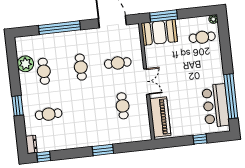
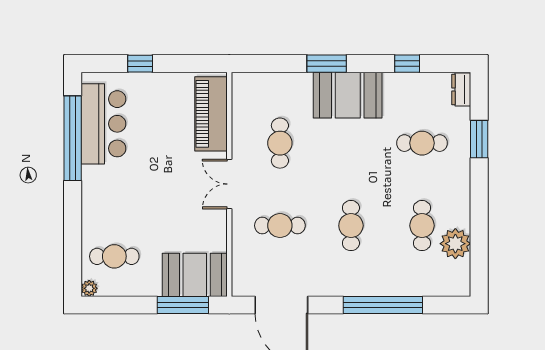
window: (18, 106) -> (479, 139), moved
booth: (90, 135) -> (348, 95), added
window: (44, 157) -> (407, 64), moved

